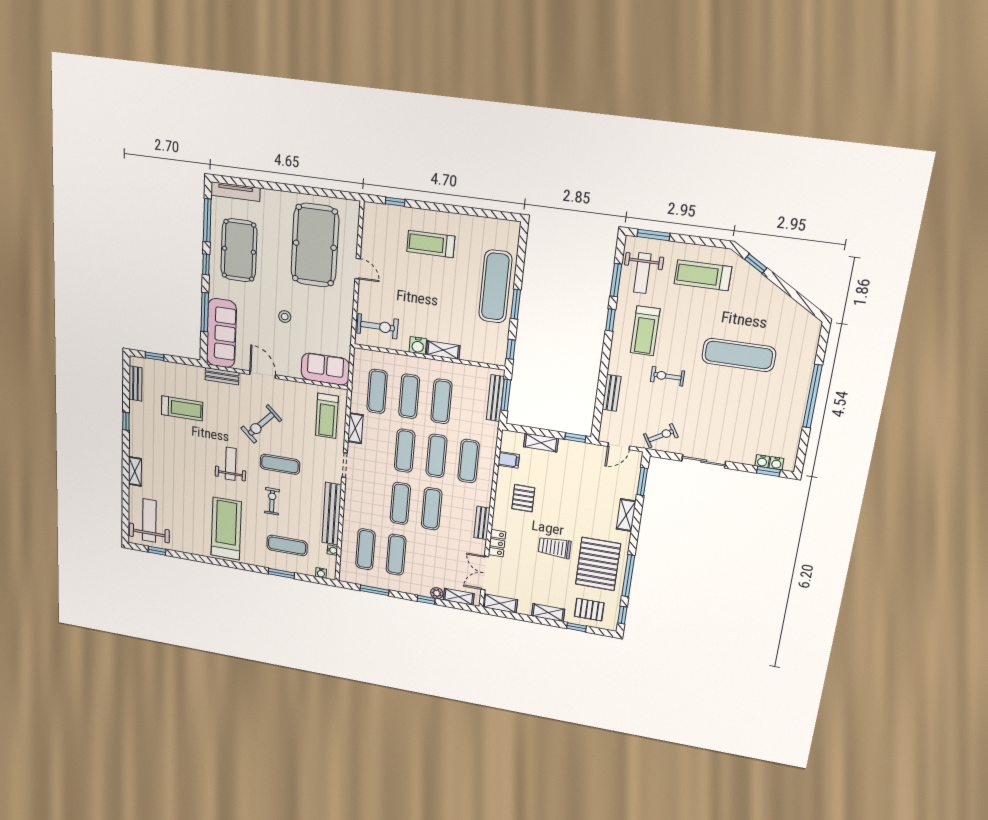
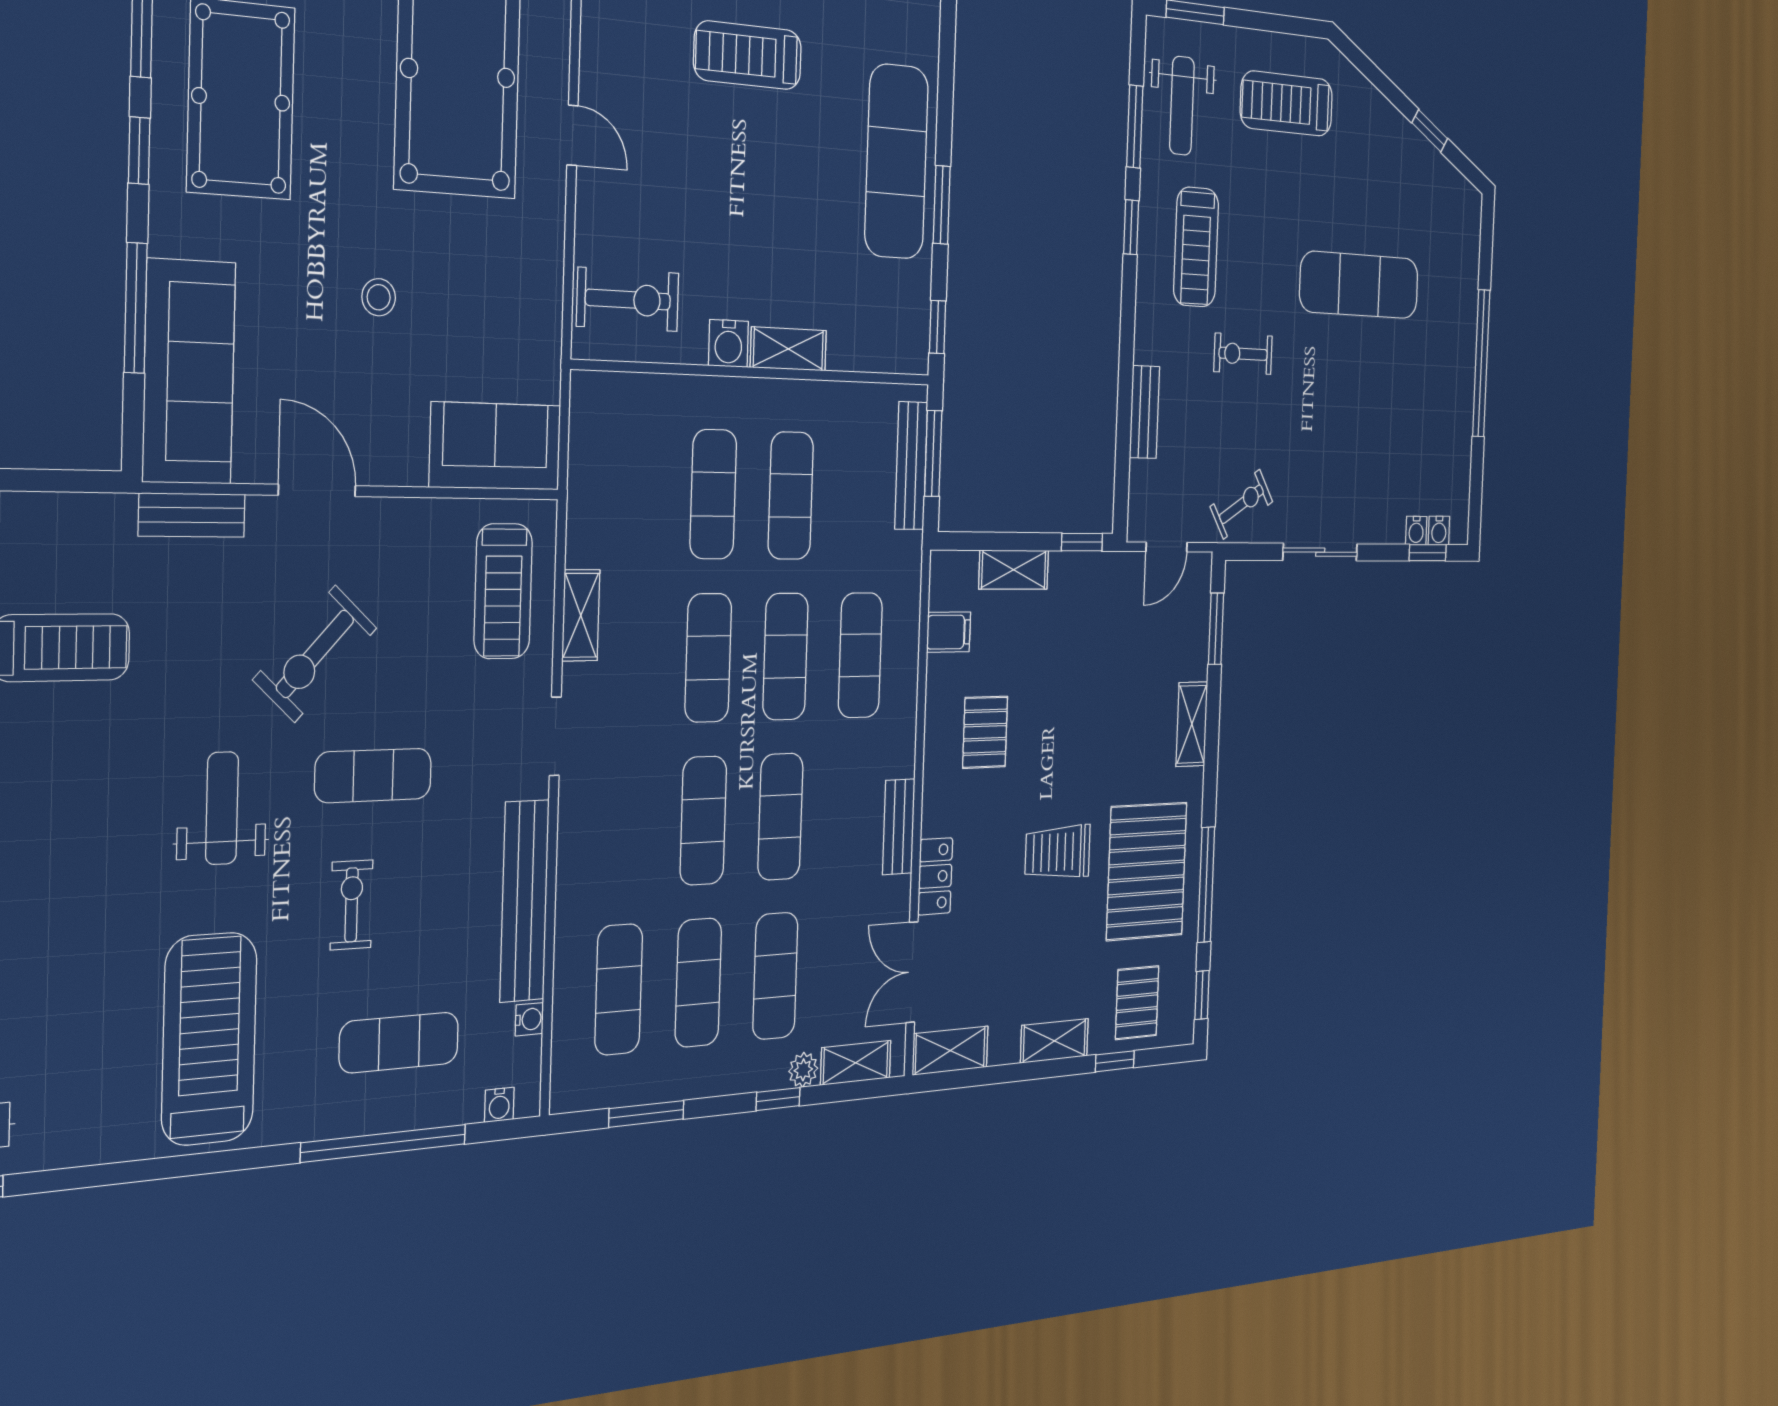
window: (756, 264) -> (1430, 131), moved
exercise mat: (377, 391) -> (775, 976), moved
window: (281, 573) -> (384, 1143), width x2.11
pallet: (589, 610) -> (1137, 1003), turned 90

